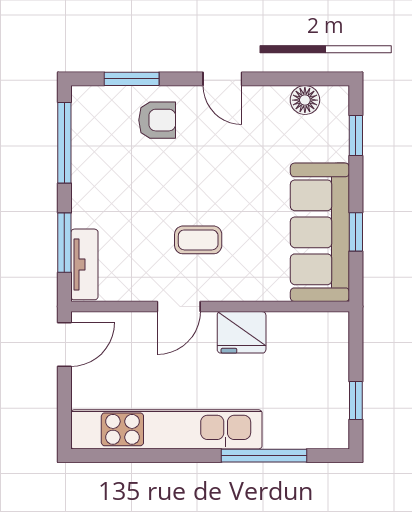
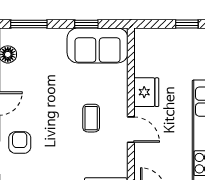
window: (356, 135) -> (29, 24), width x1.50
sofa: (320, 232) -> (98, 45), width x0.73

